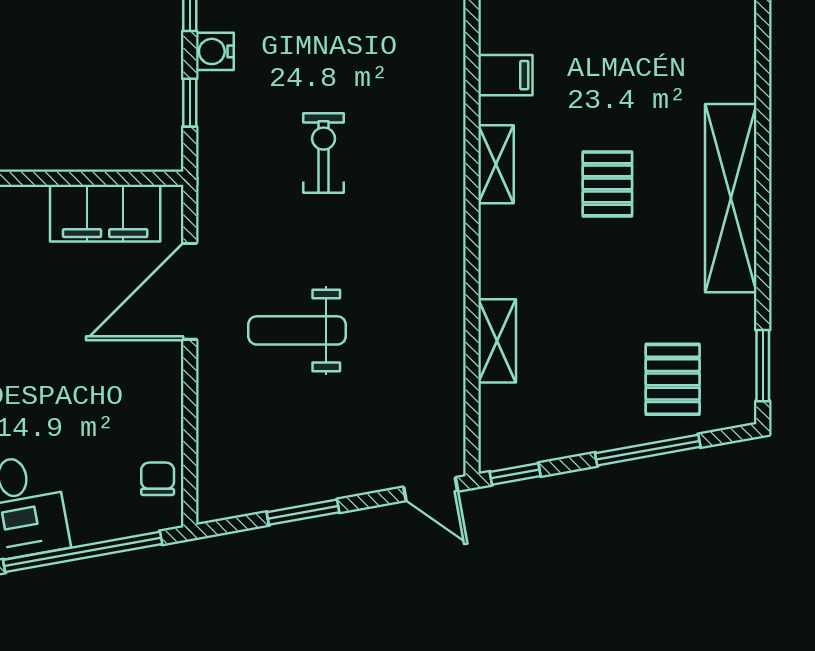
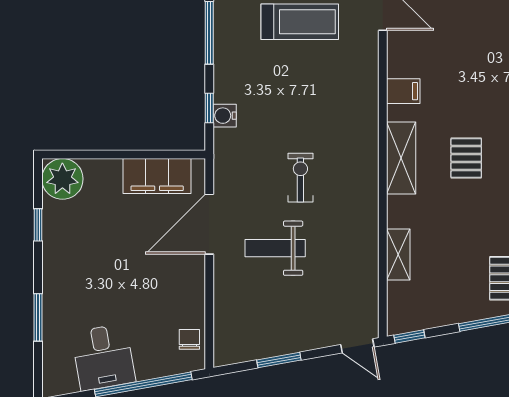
water cooler: (215, 51) -> (225, 116), moved
exercise bike: (324, 153) -> (300, 178), moved
shelving: (496, 164) -> (401, 158), width x1.50, depth x1.33

